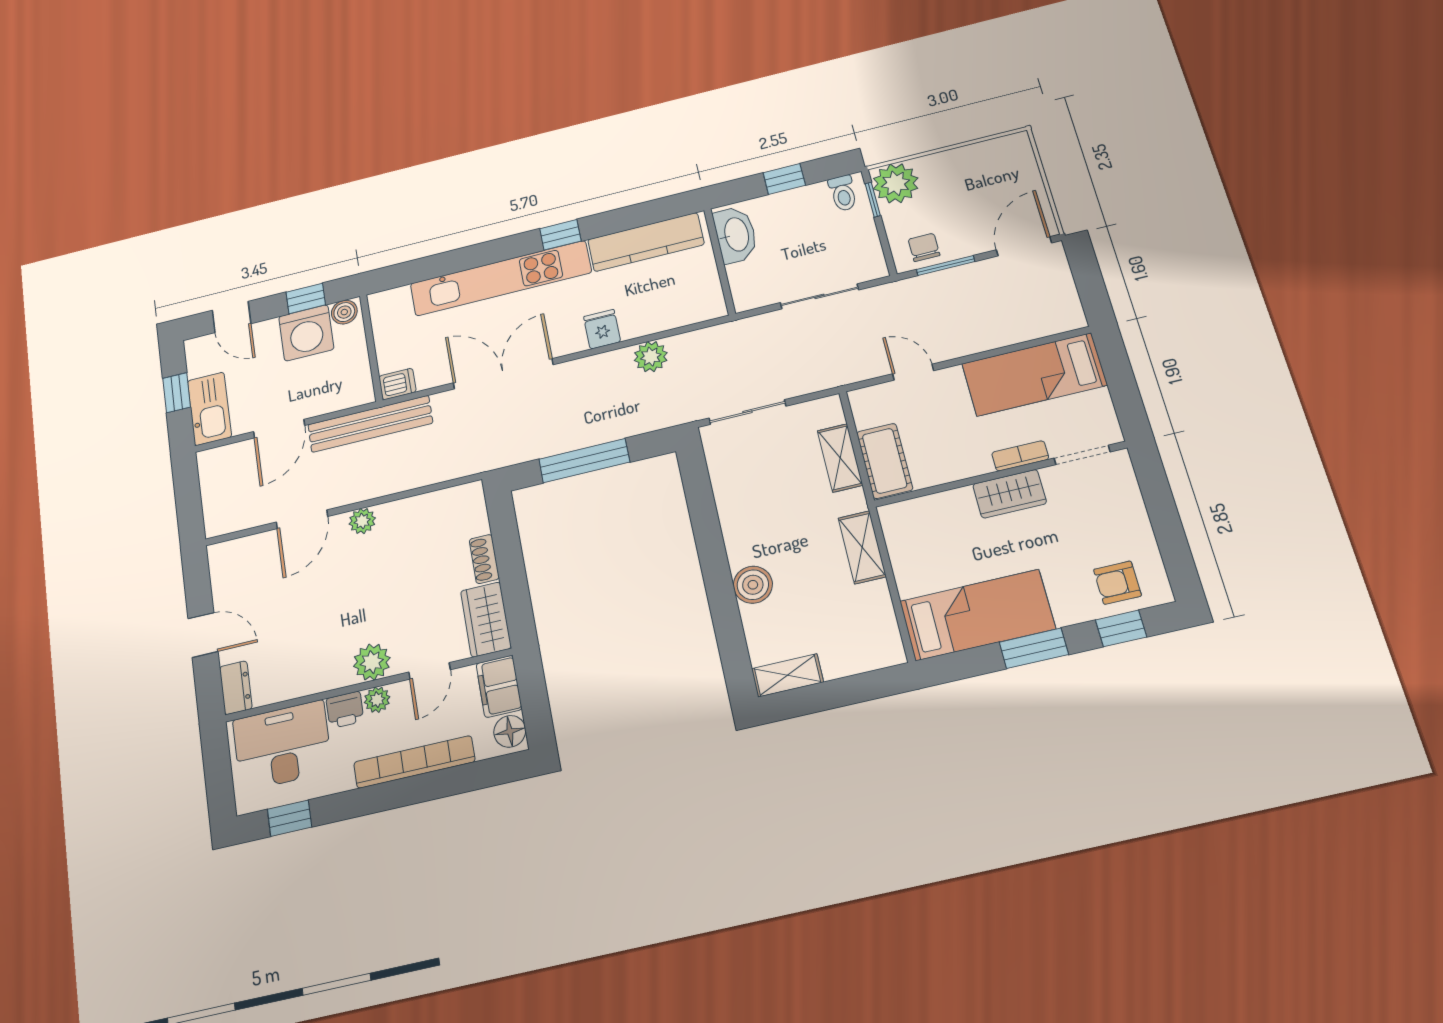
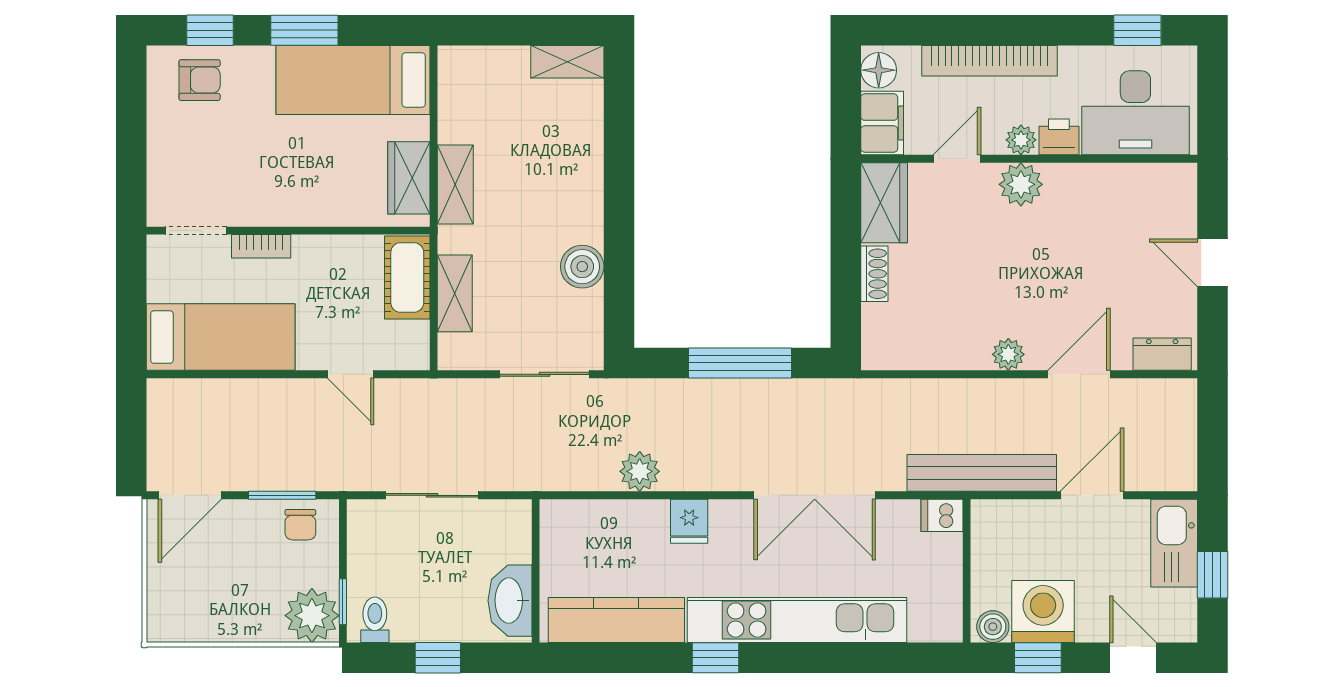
wardrobe: (1010, 494) -> (409, 178), moved, turned -90
boiler: (753, 585) -> (582, 267), moved
dresser: (236, 688) -> (1162, 354), moved, turned 90

